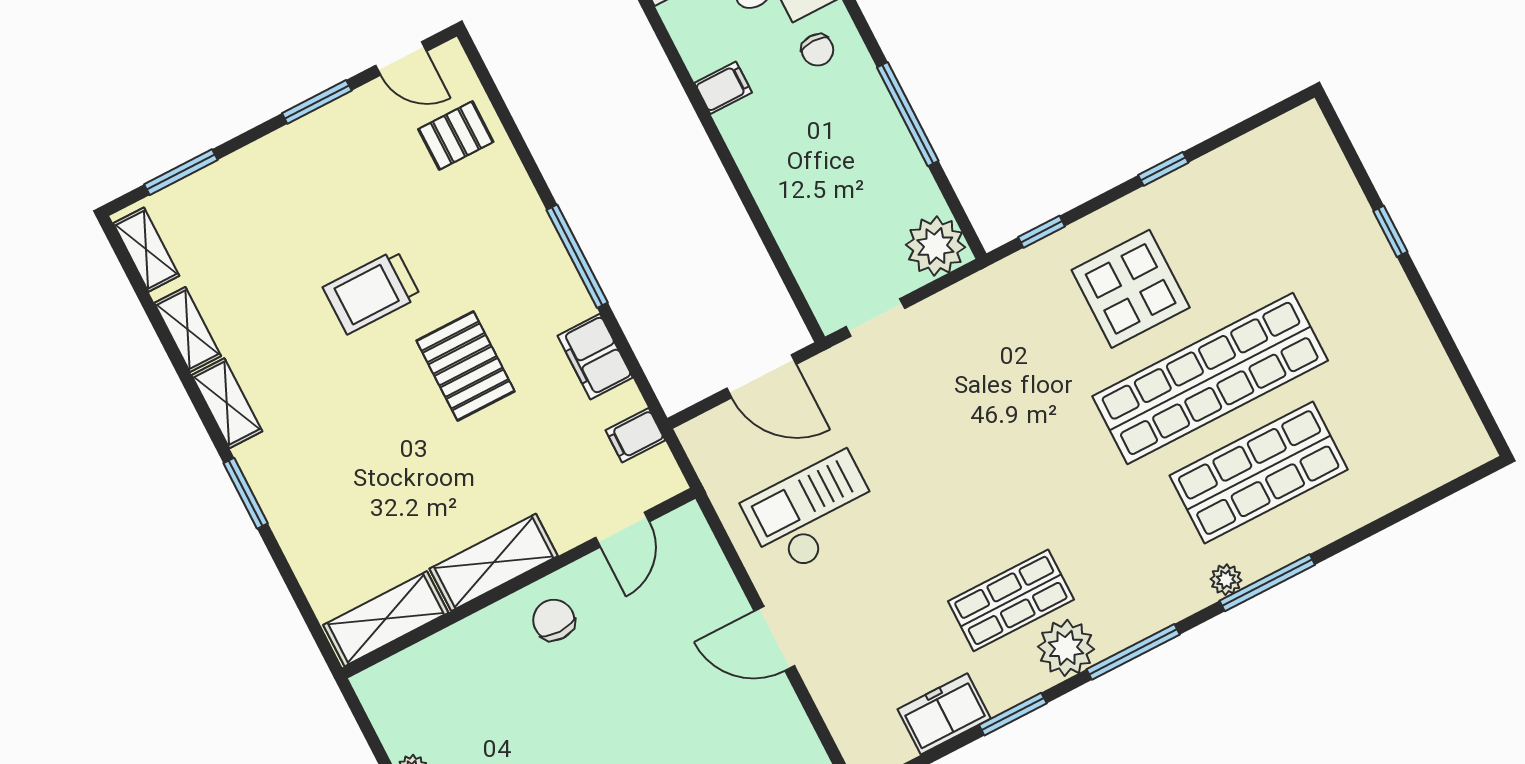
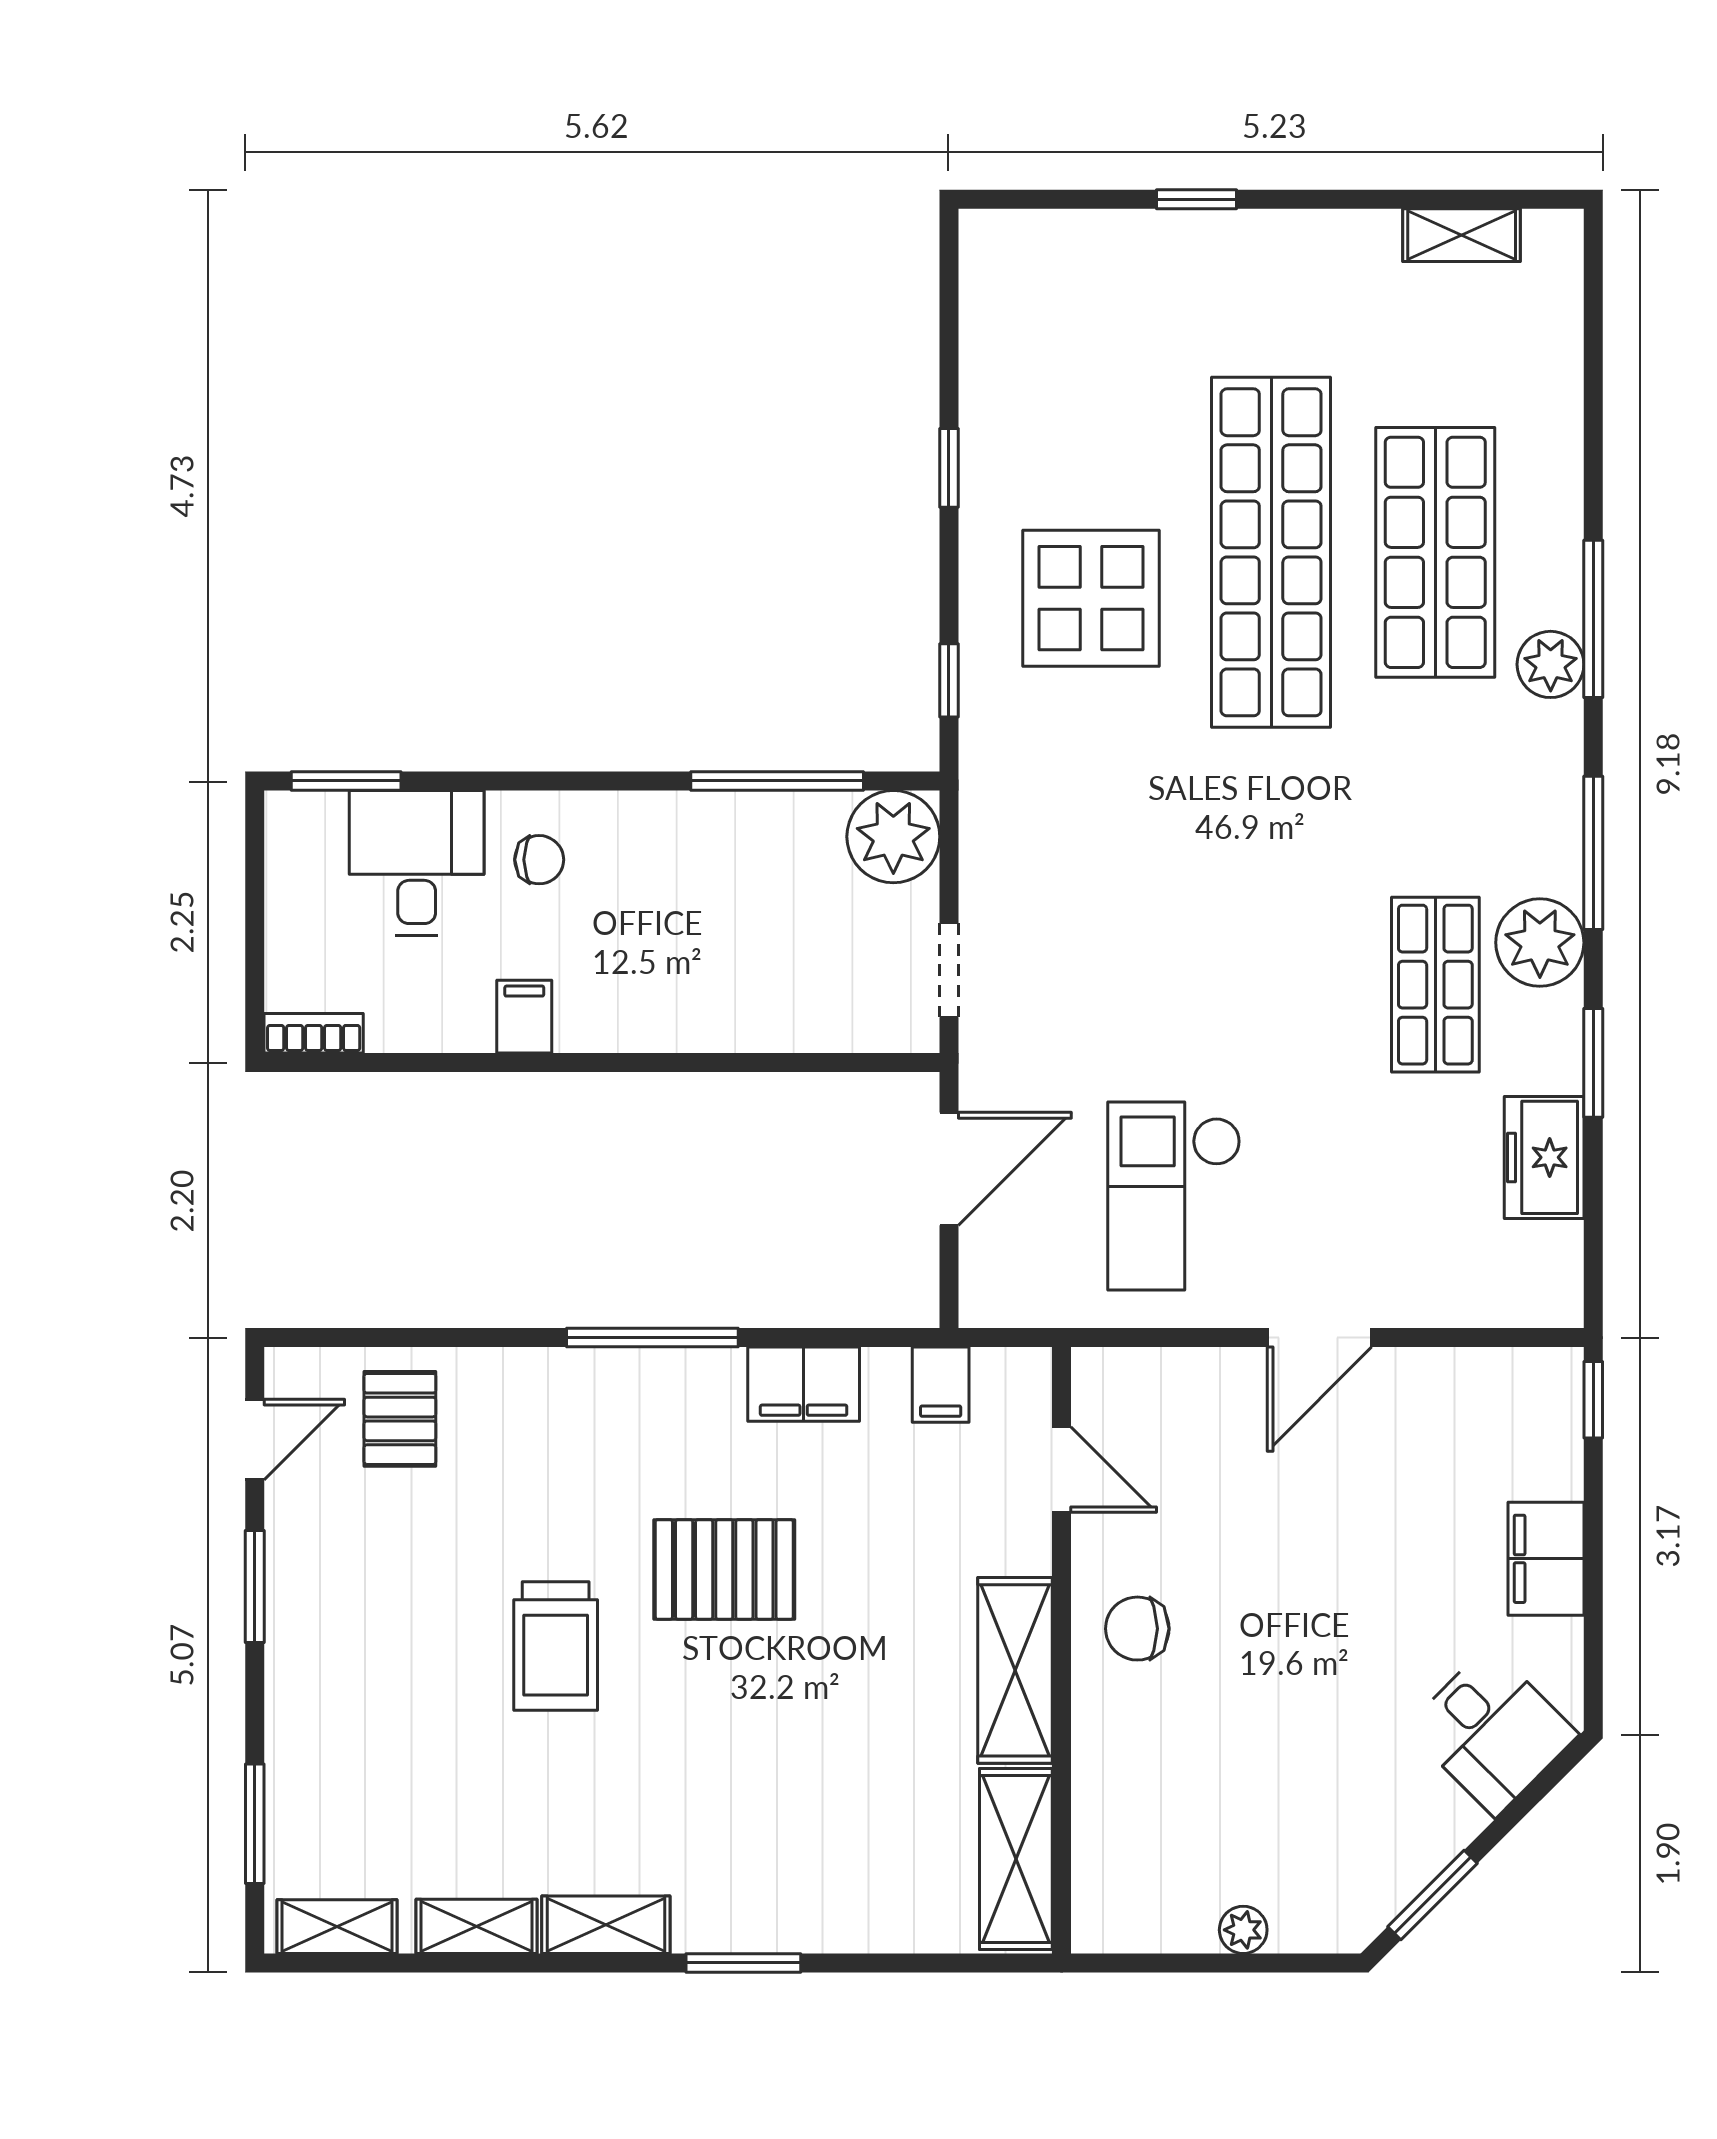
window: (908, 114) -> (777, 781), moved
shelving: (1448, 394) -> (1462, 235), added
plant: (1226, 580) -> (1551, 664), width x1.38, depth x1.38

